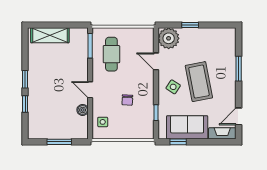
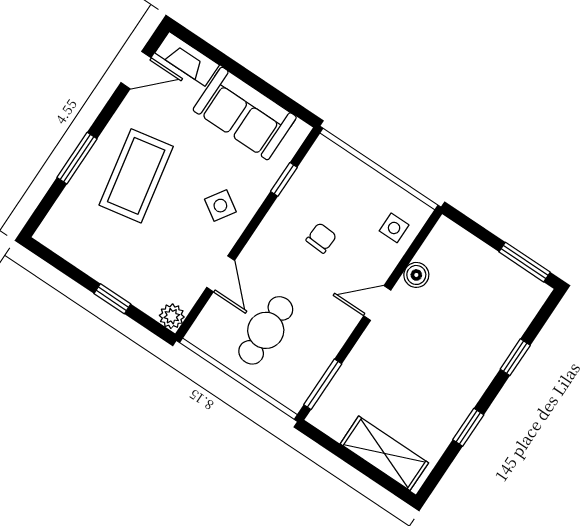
plant: (169, 38) -> (172, 316), width x0.53, depth x0.53
cafe table: (111, 54) -> (266, 330), moved
window: (25, 79) -> (468, 427), moved
coffee table: (199, 82) -> (136, 176), moved
door: (90, 90) -> (377, 303), swing flipped
window: (59, 142) -> (525, 262), moved
window: (178, 142) -> (279, 98), removed

